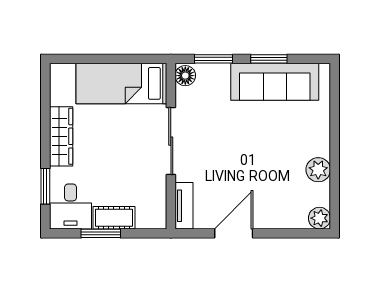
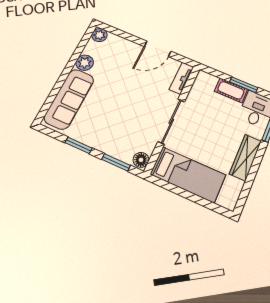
sofa: (275, 82) -> (69, 99), moved, turned 90

